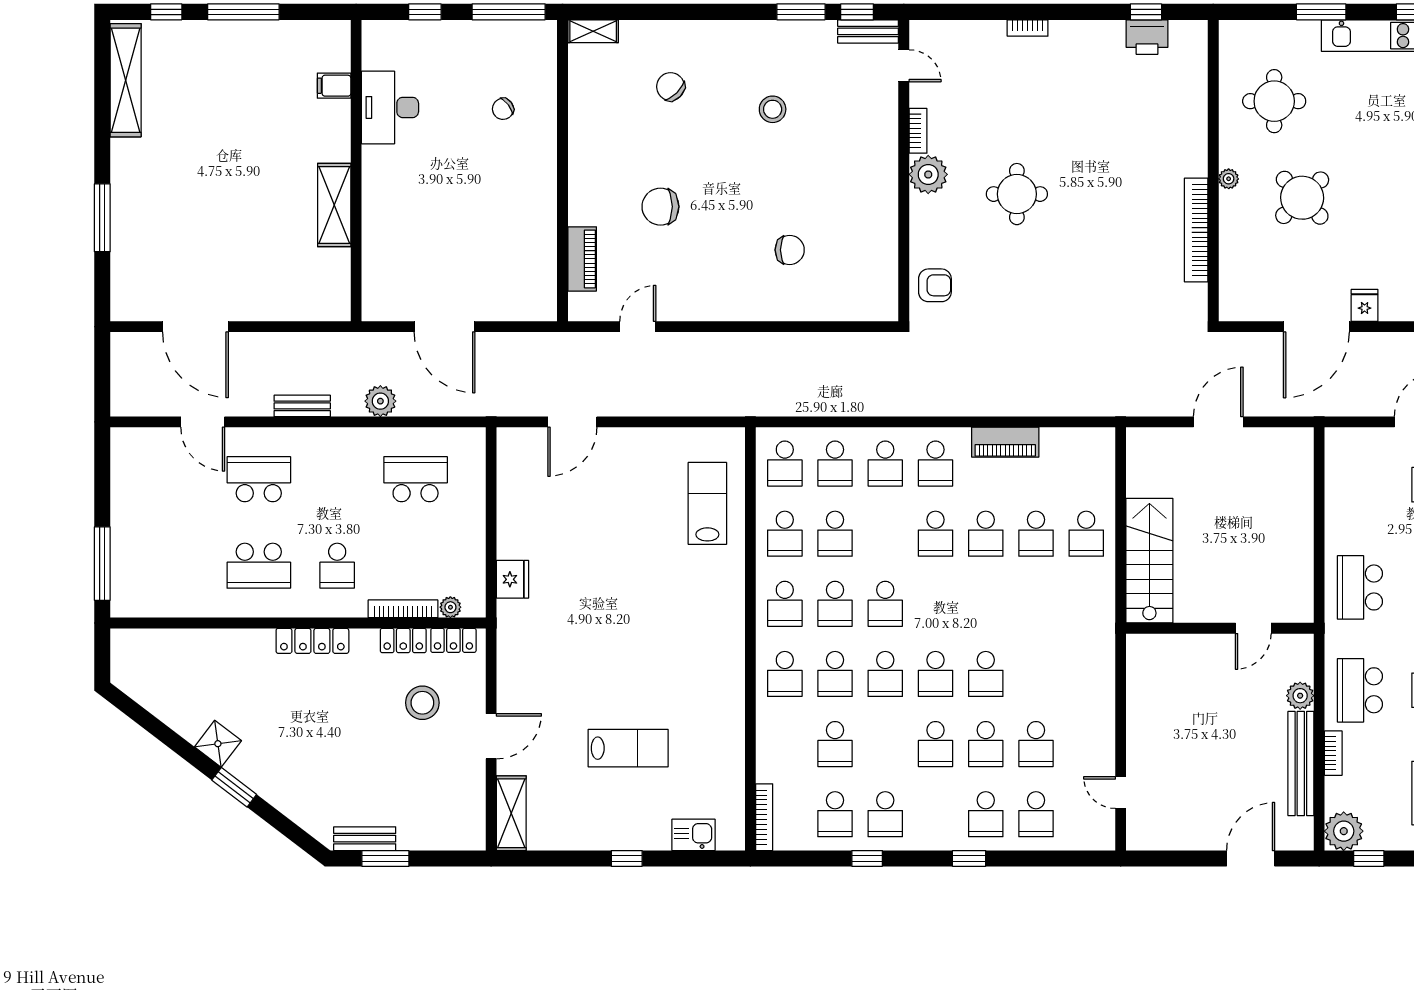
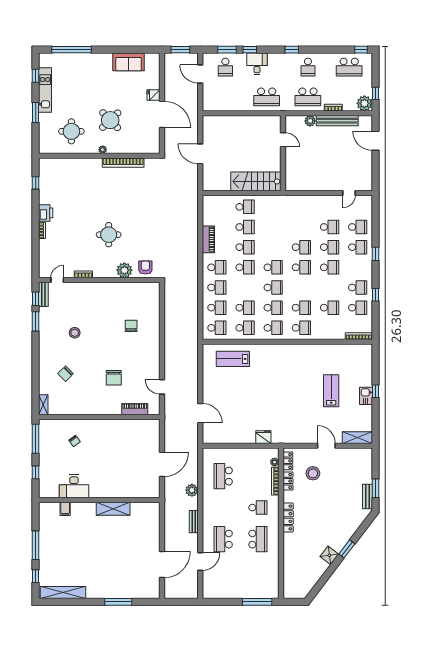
printer: (1147, 37) -> (46, 213), moved
plant: (928, 174) -> (124, 270), moved
school desk: (885, 674) -> (273, 267), moved
kitchen sink: (693, 835) -> (366, 396), moved

